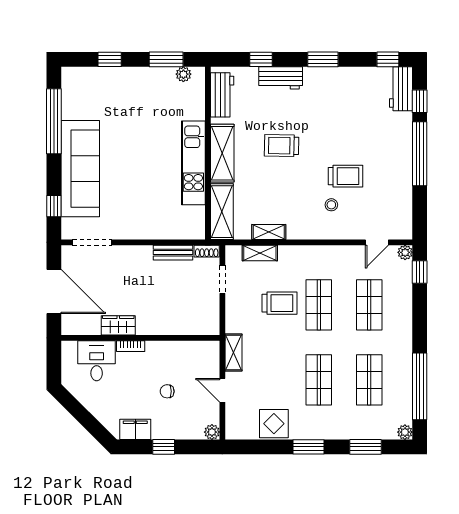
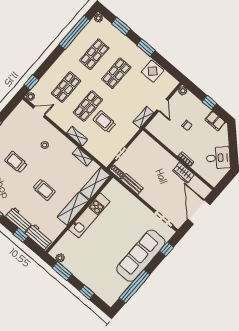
workbench: (222, 95) -> (39, 237), moved, turned 90
trolley: (346, 176) -> (16, 162), moved
shelving: (260, 253) -> (77, 136), moved
desk: (97, 361) -> (218, 158), moved, turned -135

